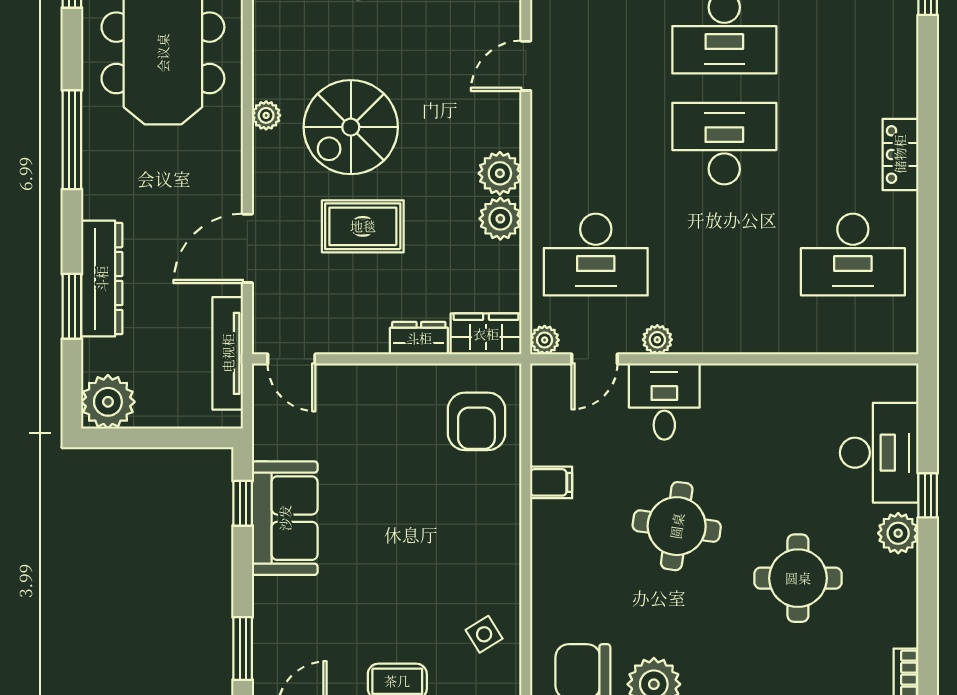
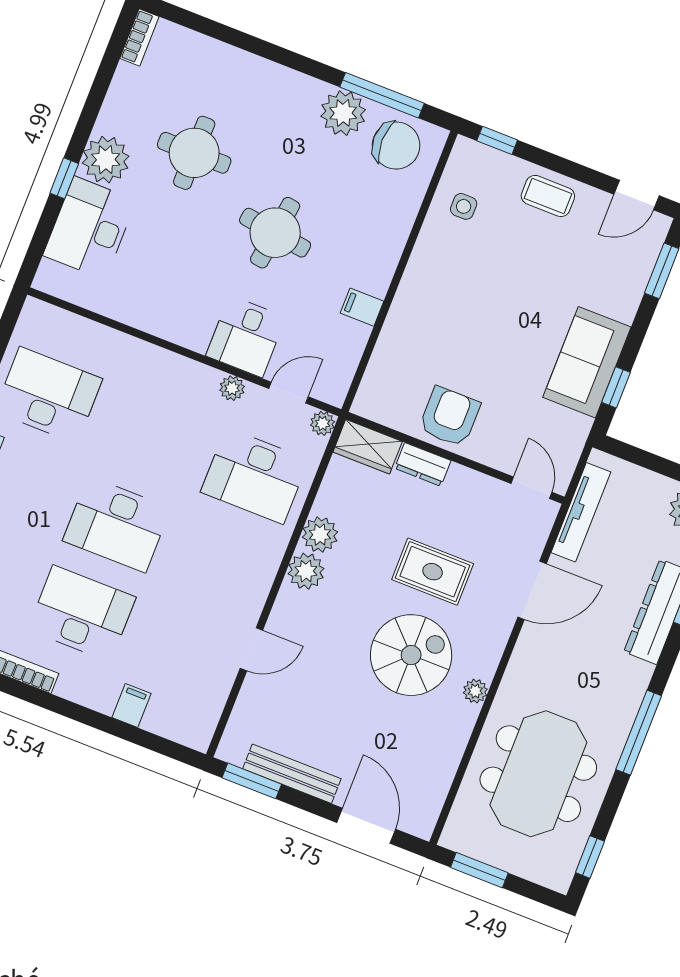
desk: (596, 255) -> (255, 476), turned 180
armchair: (476, 421) -> (449, 417), moved
plant: (898, 533) -> (106, 160), width x1.36, depth x1.36
side table: (484, 634) -> (464, 206), turned 32

